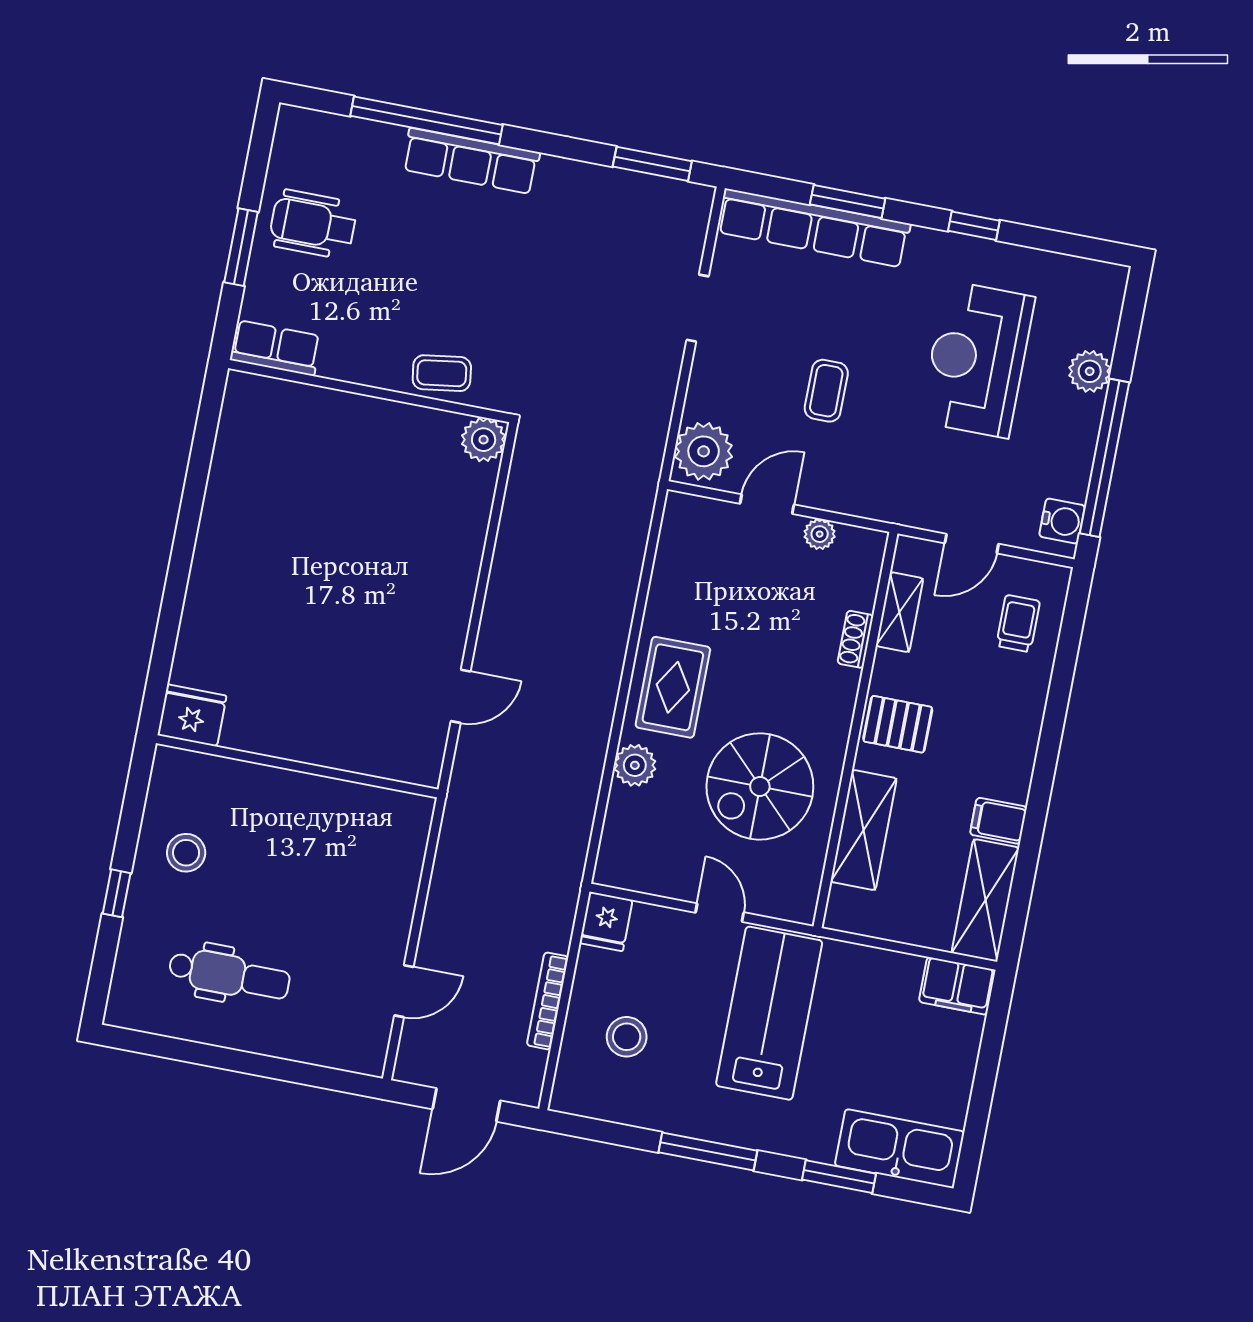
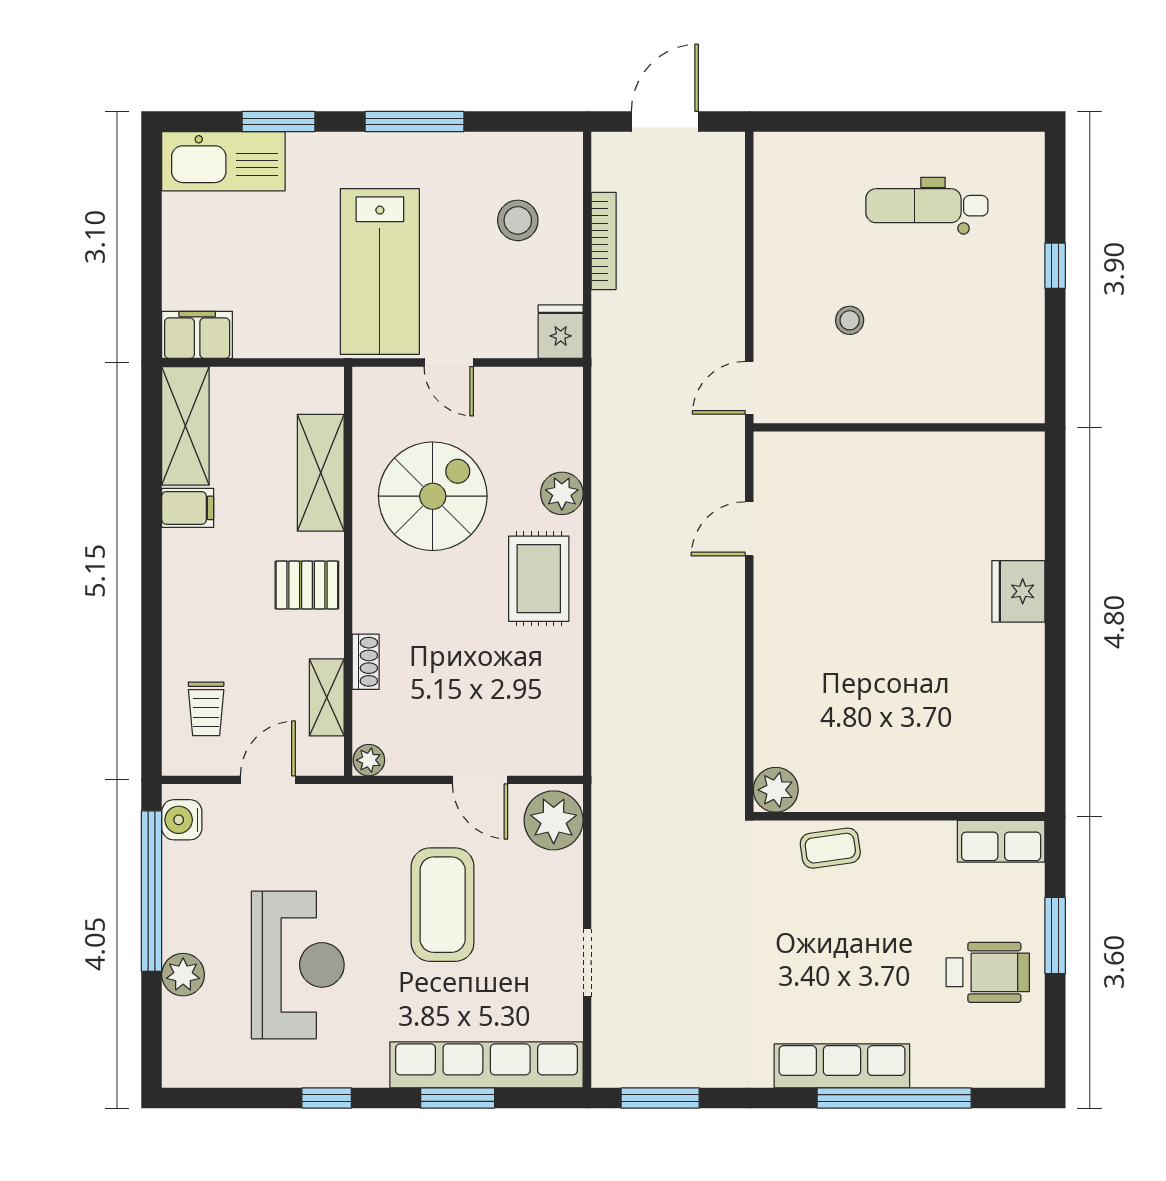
coffee table: (826, 391) -> (443, 905), width x1.86, depth x1.72
door: (767, 504) -> (480, 780), hinge flipped
plant: (820, 534) -> (369, 760), moved
fridge: (192, 715) -> (1018, 591), moved, turned 90
stool: (186, 853) -> (850, 320), moved, width x0.73, depth x0.73
door: (404, 991) -> (749, 388), moved

